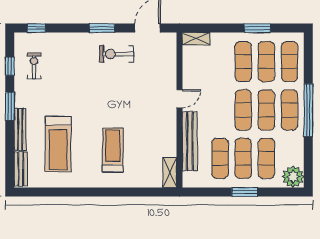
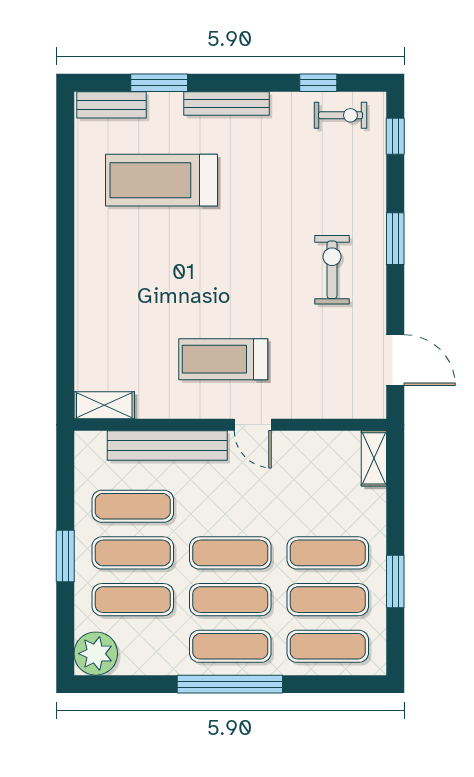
window: (102, 28) -> (395, 239), moved
exercise bike: (117, 54) -> (332, 270), moved
exercise bike: (34, 66) -> (341, 115), moved
window: (10, 106) -> (159, 83), moved
bench: (20, 129) -> (226, 104), moved
treadmill: (113, 150) -> (223, 359), moved, turned 180

